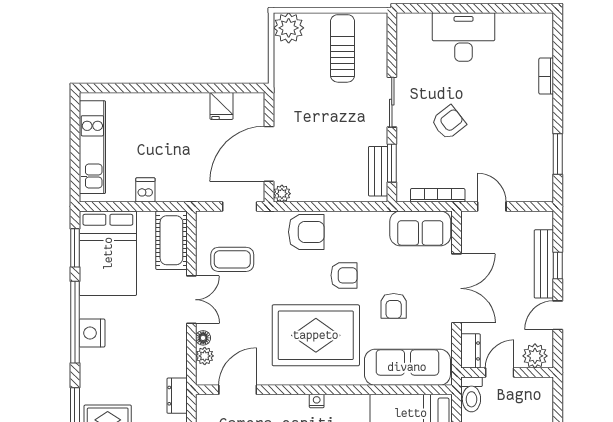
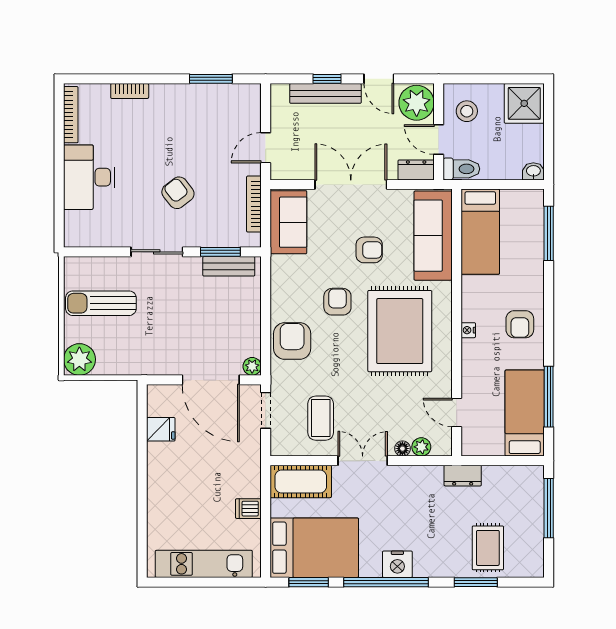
bookcase: (523, 19) -> (71, 115), added
plant: (535, 356) -> (417, 103), width x1.36, depth x1.36
door: (238, 390) -> (457, 412), width x0.73
stool: (527, 400) -> (467, 111), added

